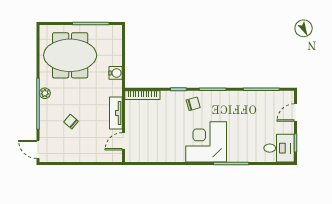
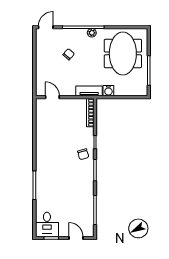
tv unit: (116, 113) -> (89, 91), moved
corner desk: (206, 142) -> (52, 165), removed

